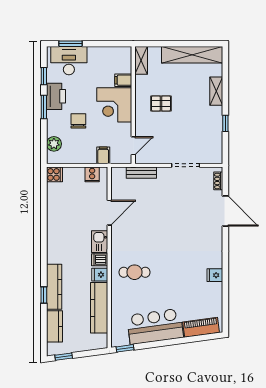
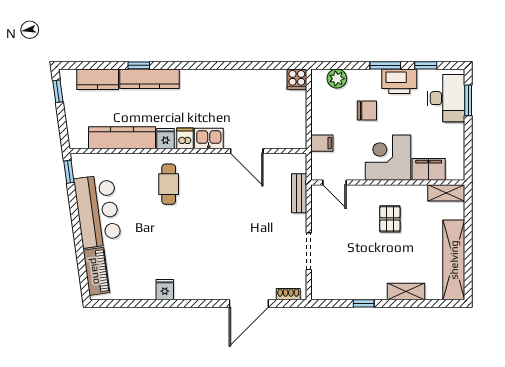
filing cabinet: (123, 80) -> (429, 169), width x2.00
cooker: (92, 174) -> (297, 129), removed

